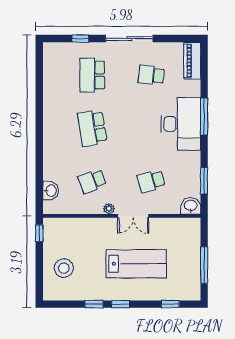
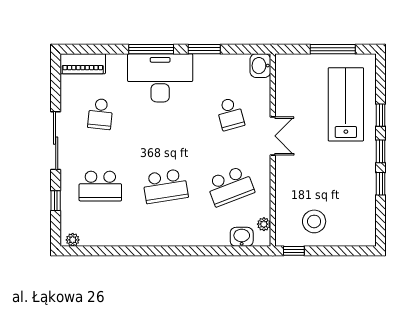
plant: (48, 52) -> (73, 240), added
school desk: (92, 181) -> (230, 186), width x1.85
window: (204, 181) -> (204, 49), moved
plant: (109, 209) -> (264, 224), moved
lab bench: (136, 264) -> (346, 104), moved
stool: (64, 268) -> (314, 221), moved
window: (170, 304) -> (381, 115), moved

